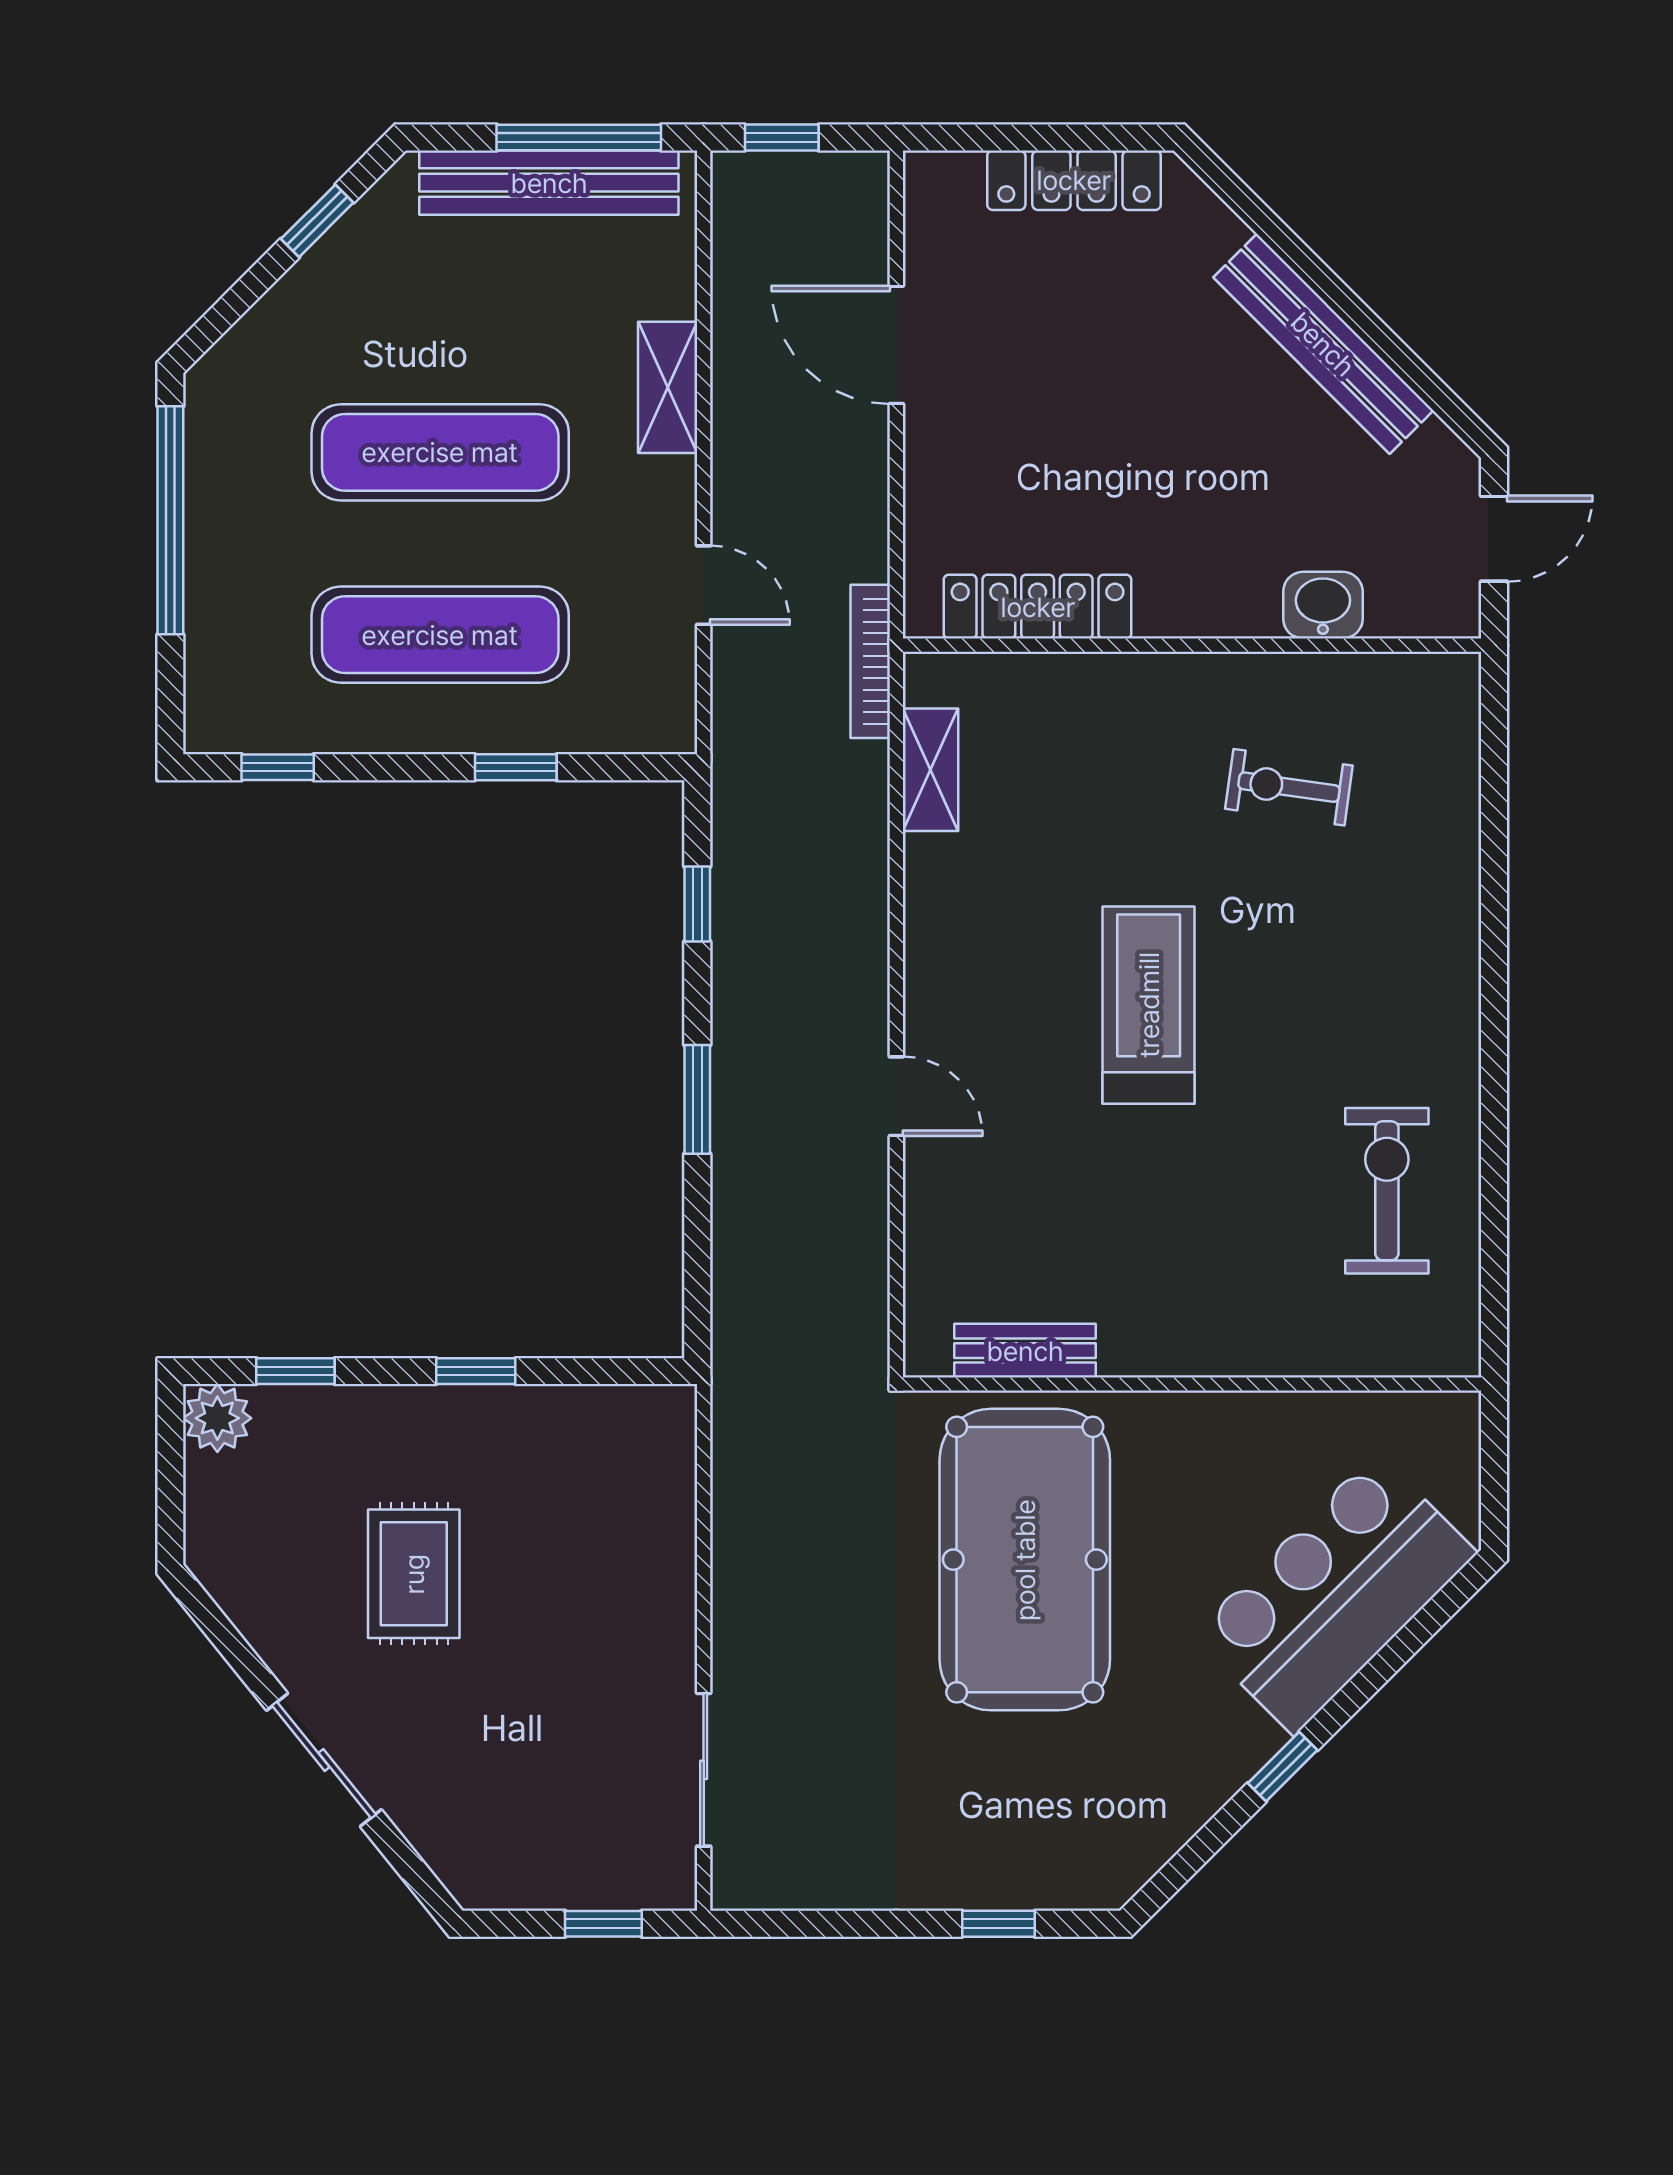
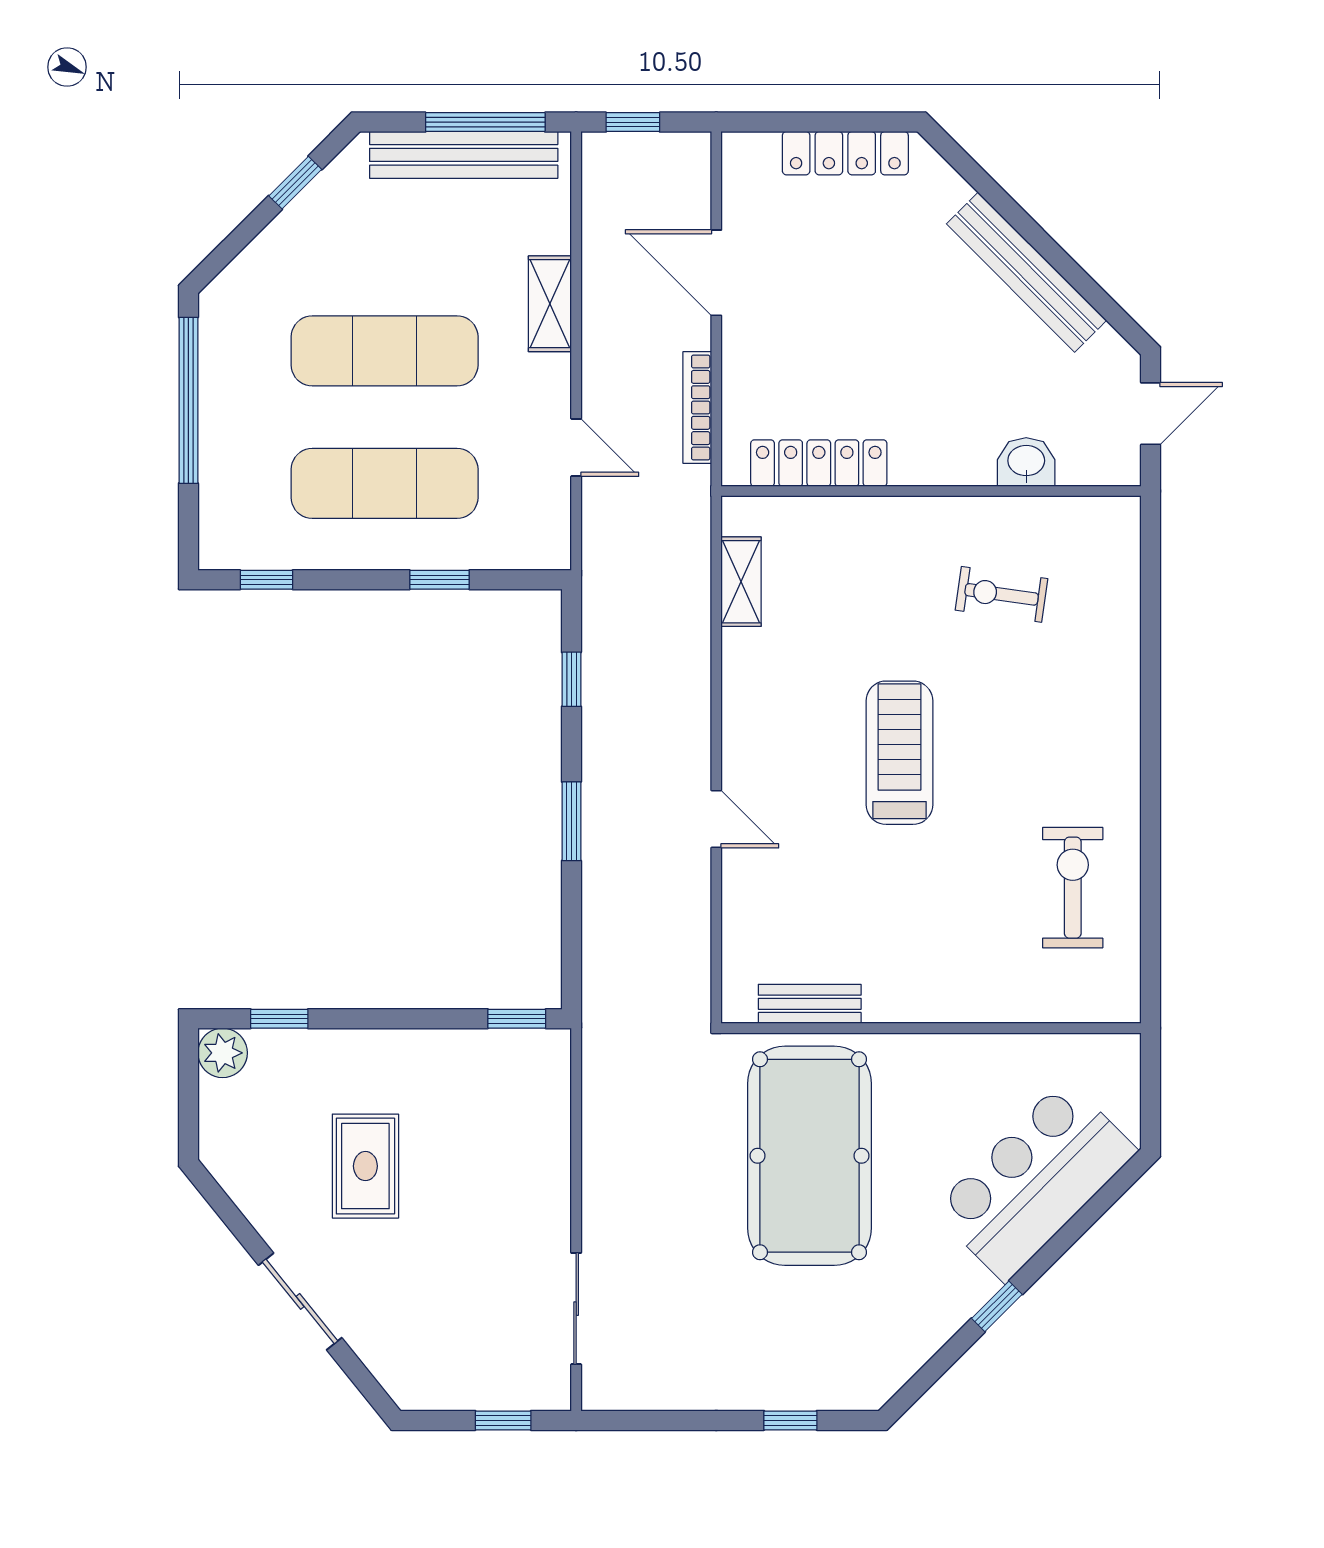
bookcase: (870, 661) -> (697, 408), moved
window: (476, 1371) -> (517, 1019), moved

